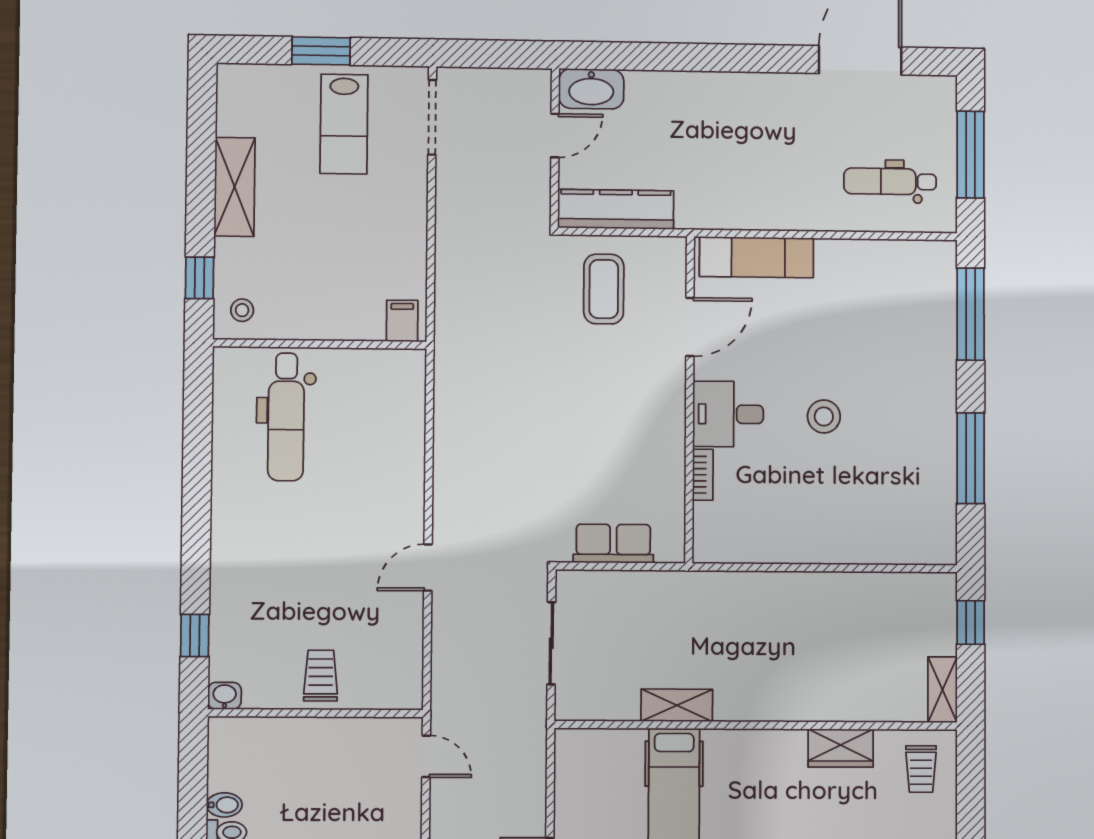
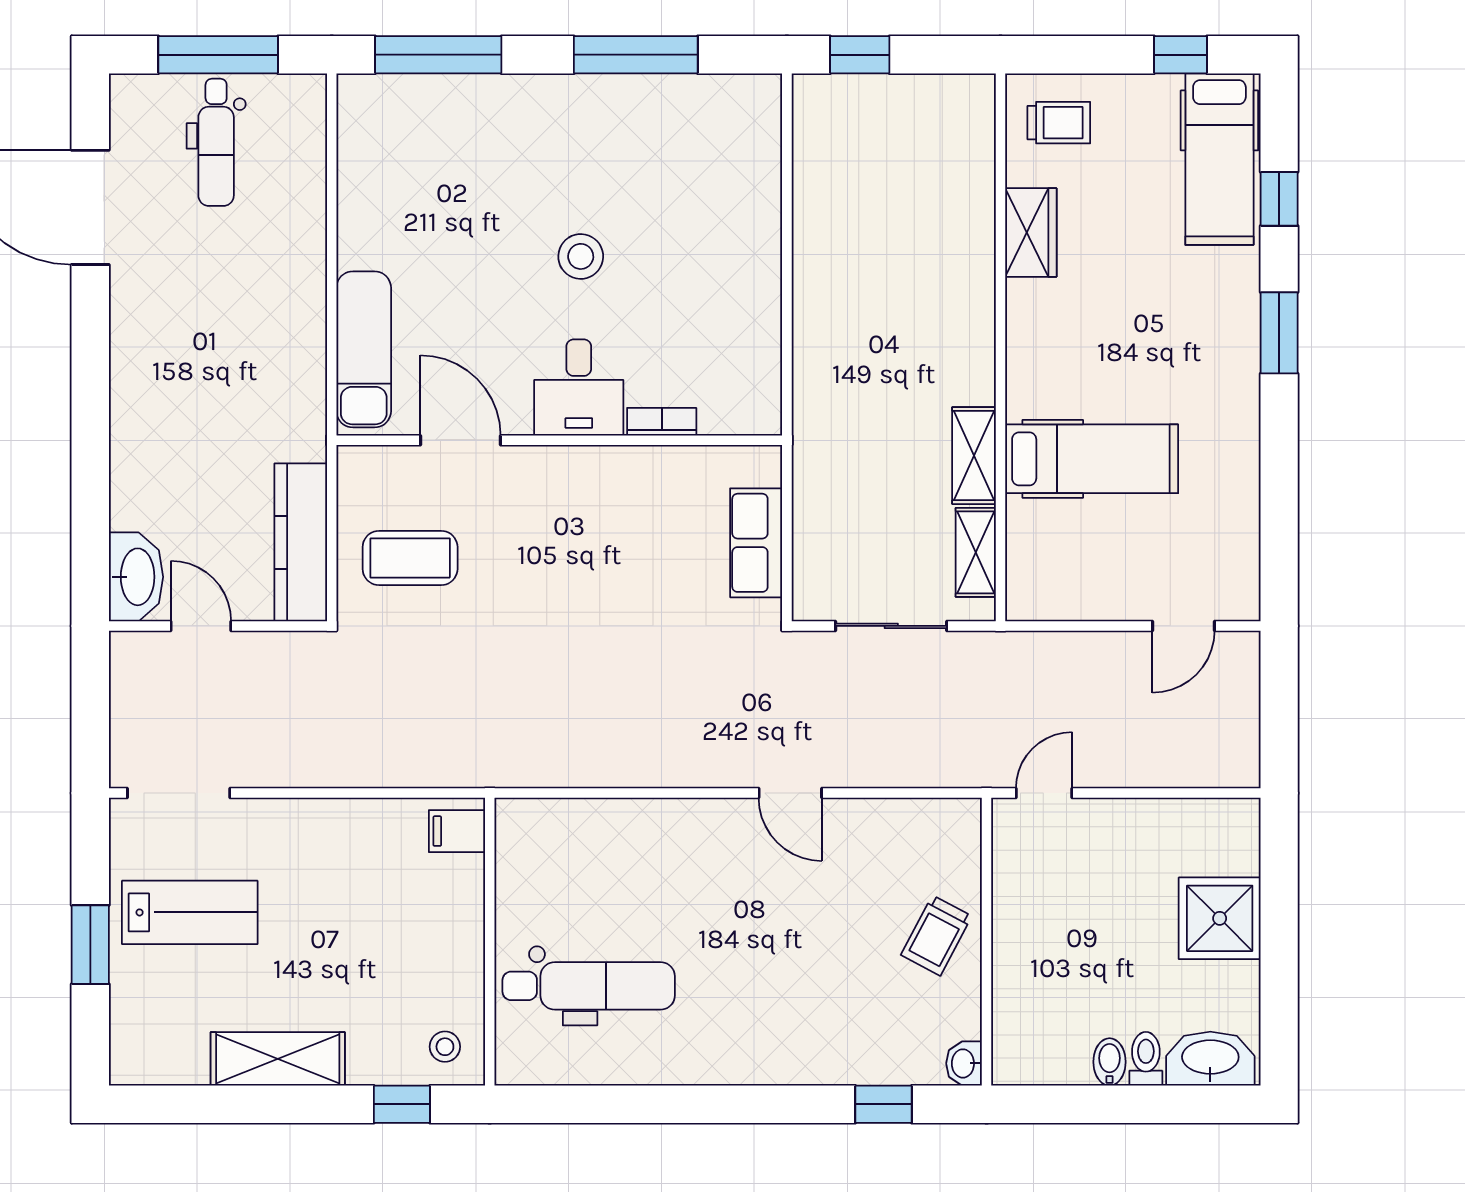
dental chair: (890, 181) -> (216, 142), moved
trolley: (321, 676) -> (936, 936), turned -62
shelving: (942, 690) -> (976, 552), moved, turned 90

